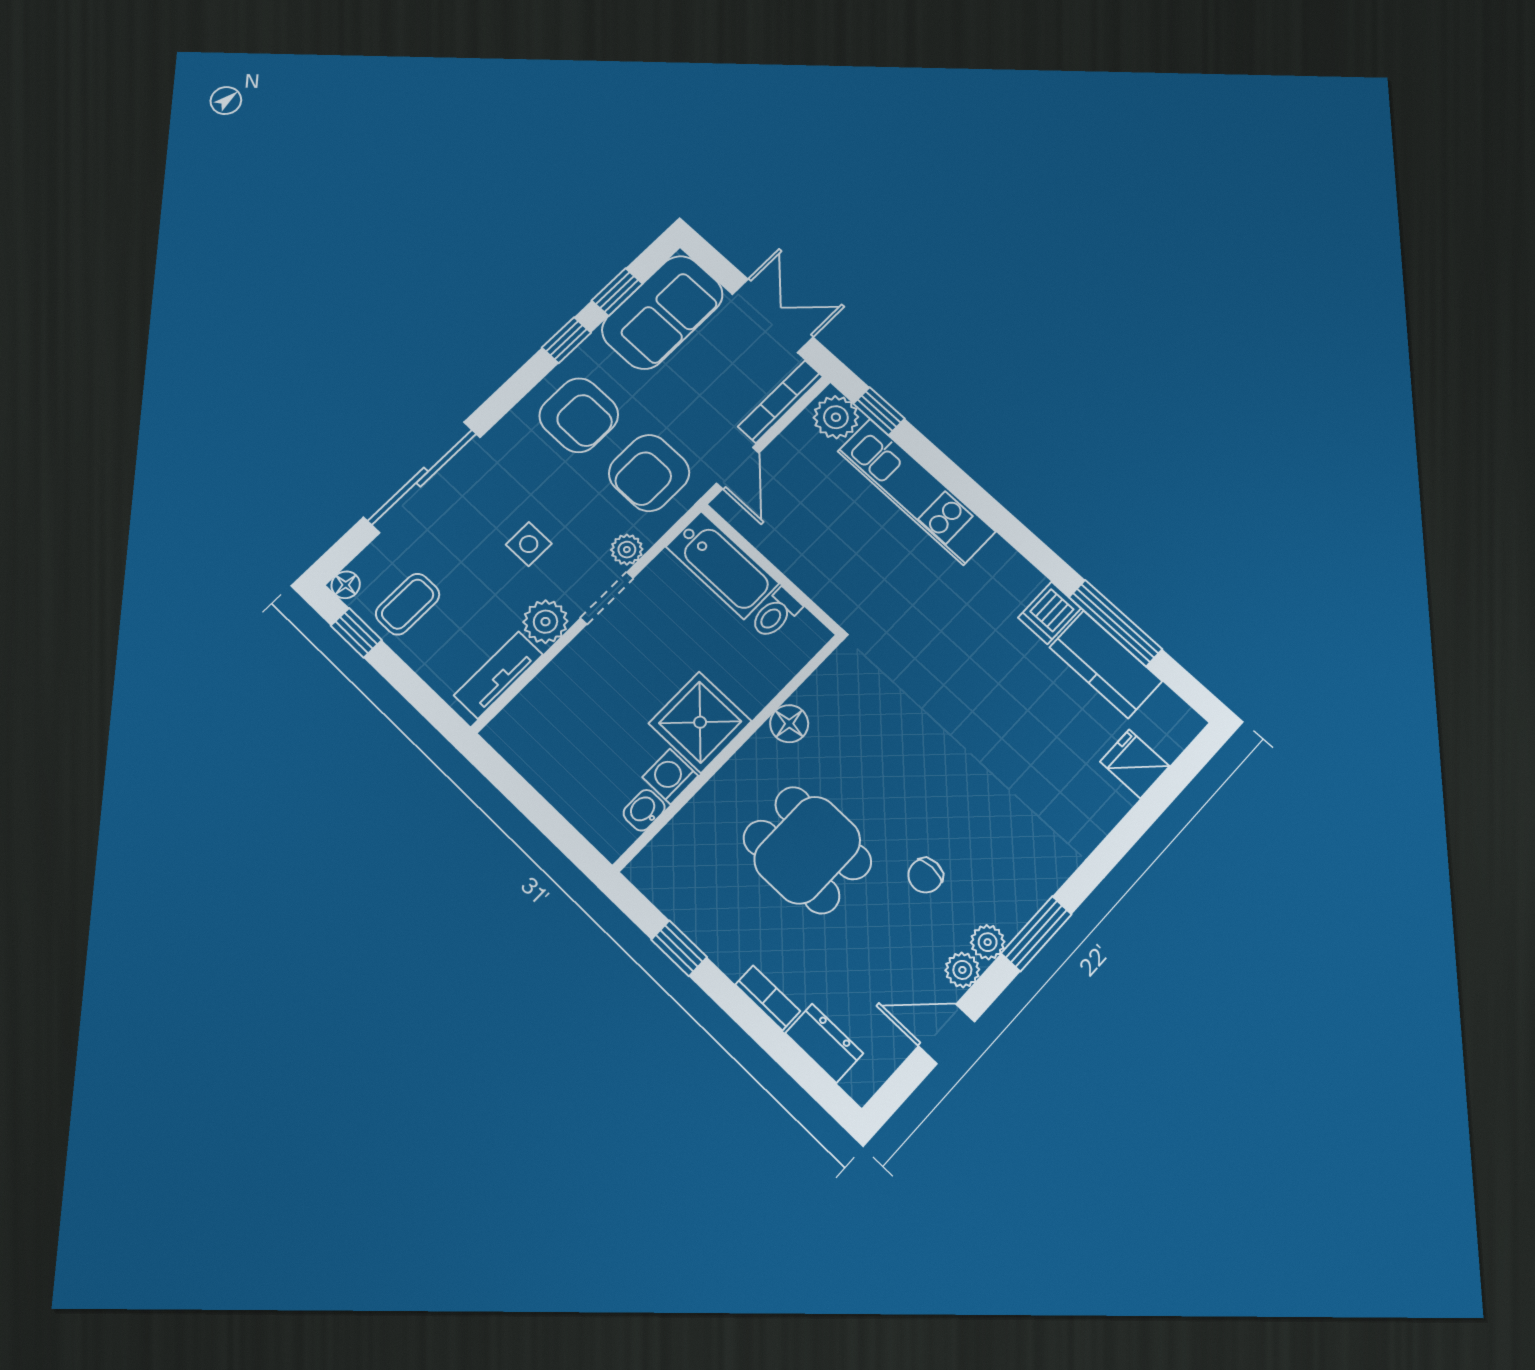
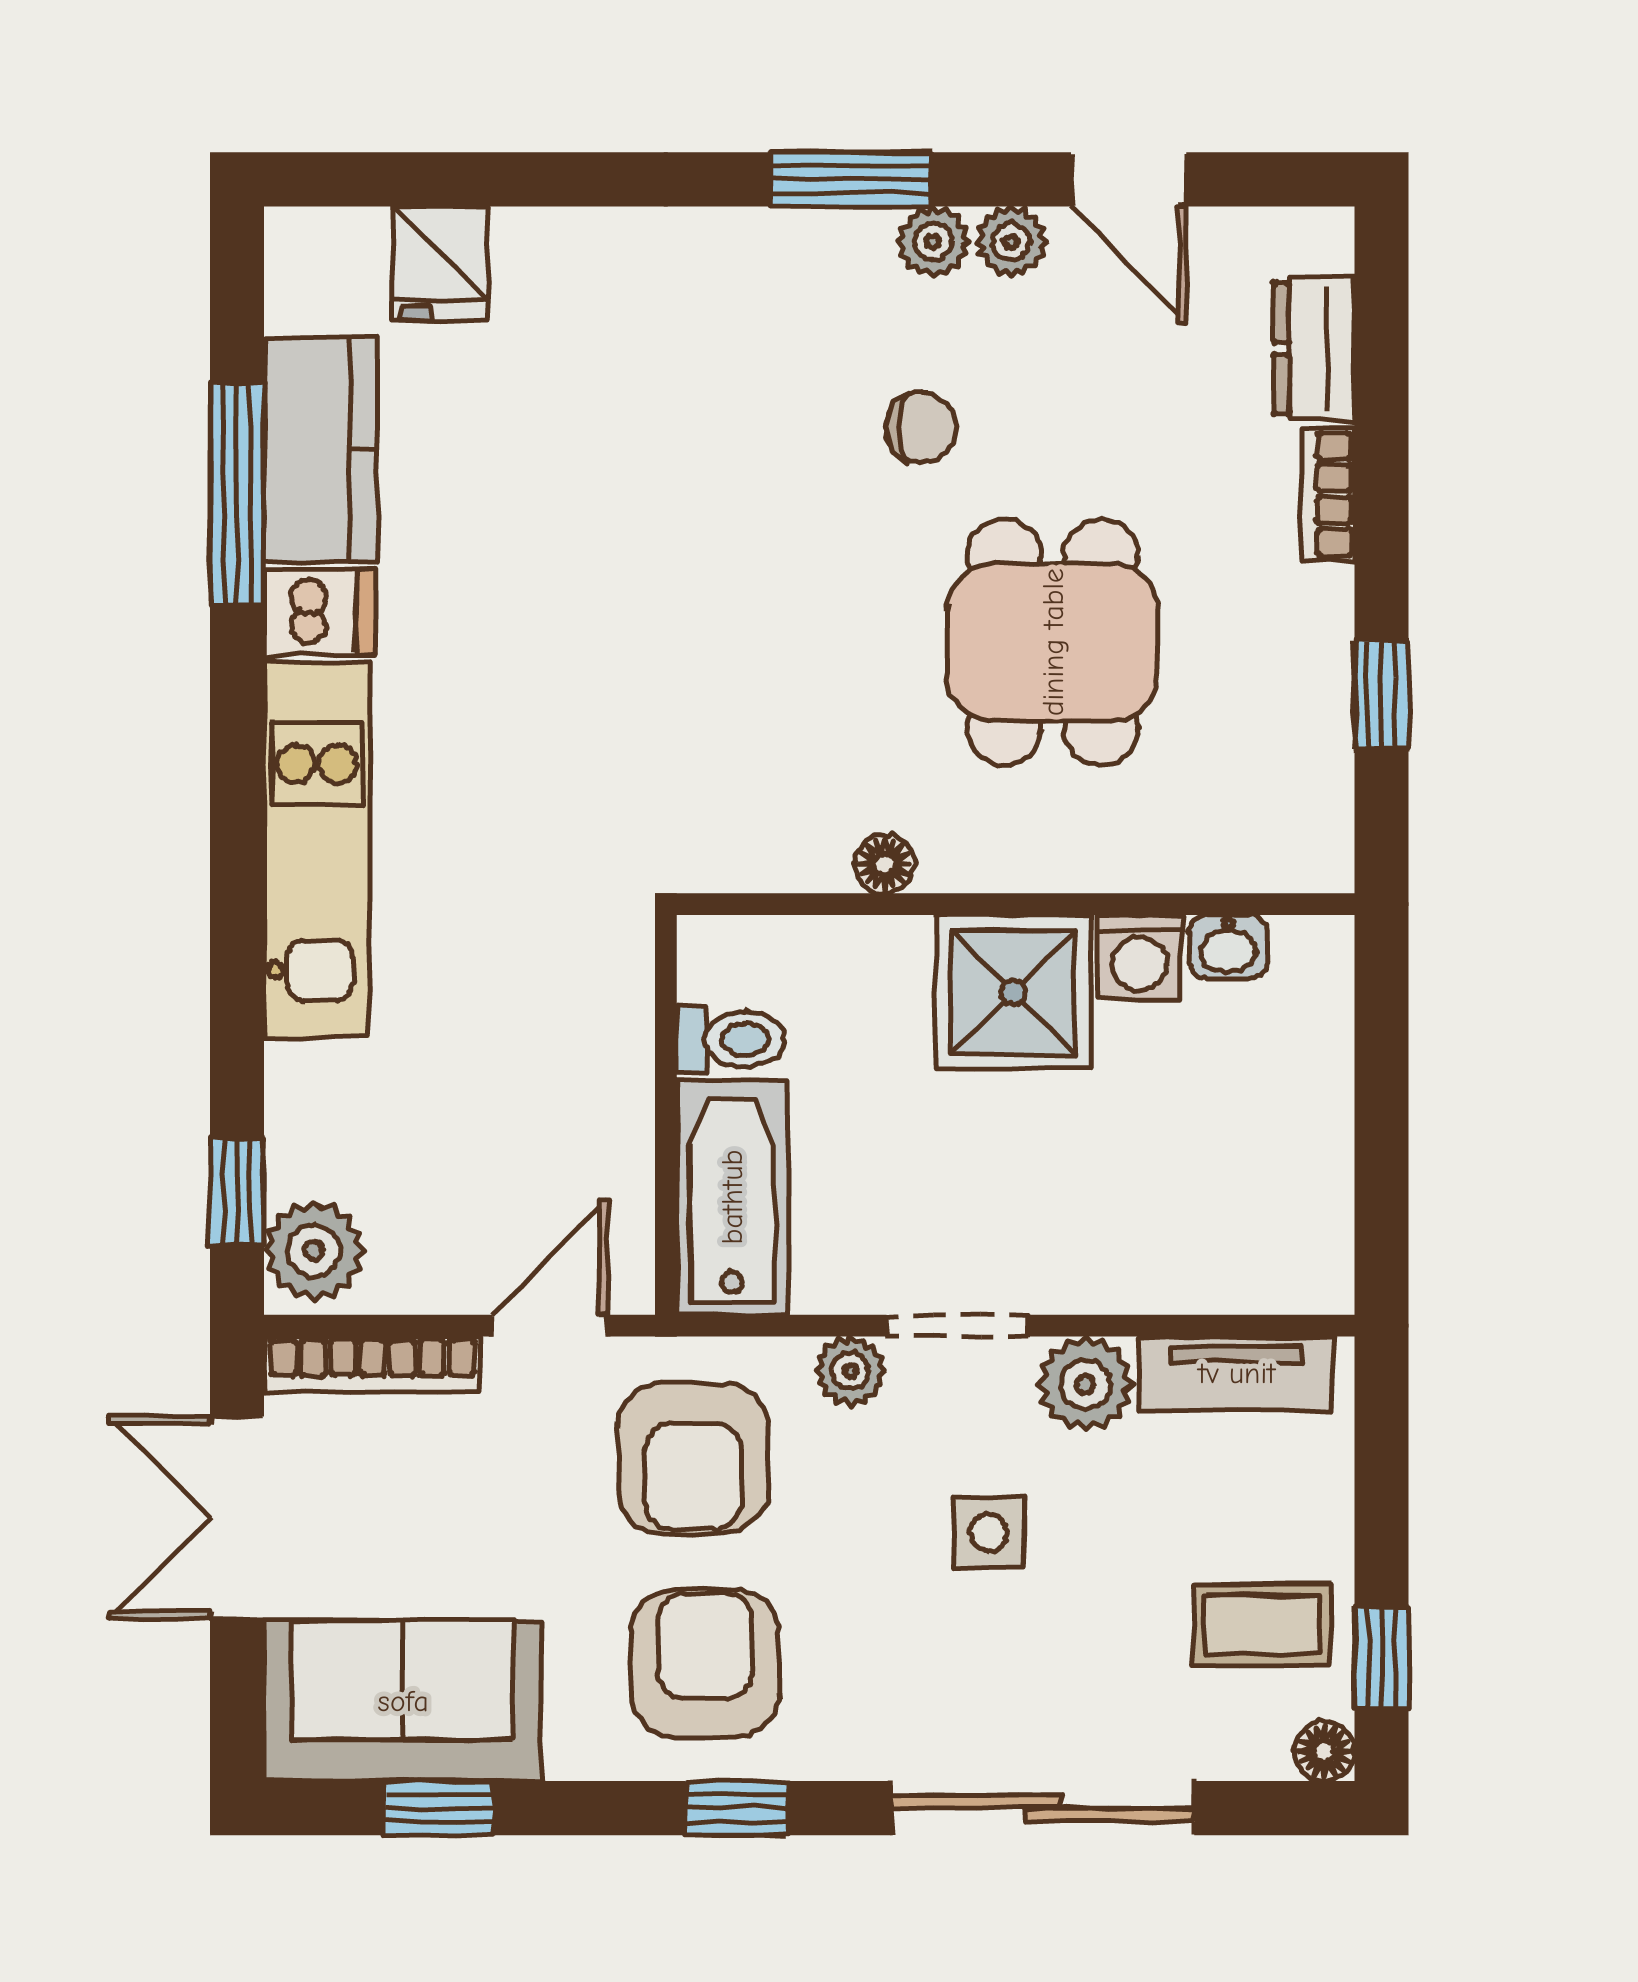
window: (566, 340) -> (736, 1808), moved
armchair: (649, 473) -> (693, 1458), turned 90
kitchen unit: (916, 491) -> (317, 850), moved
floor lamp: (789, 724) -> (885, 864), width x0.73, depth x0.73

